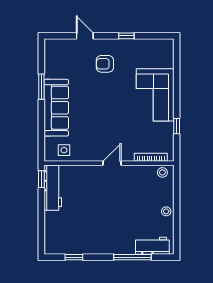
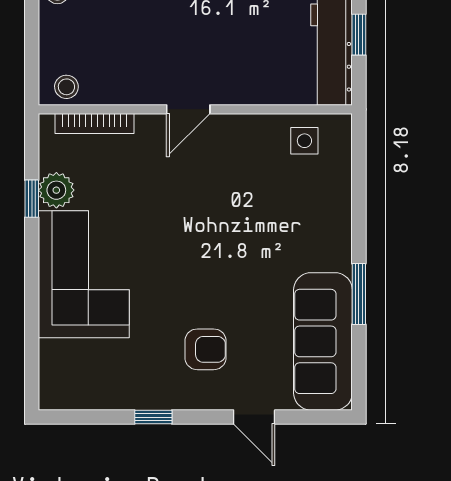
sofa: (56, 108) -> (323, 341), moved
plant: (167, 130) -> (56, 190), added
window: (41, 179) -> (359, 35), moved

